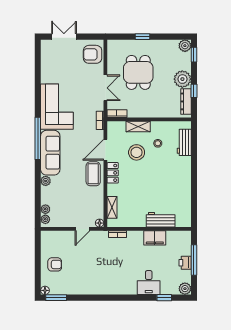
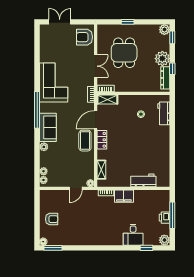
shelving: (138, 126) -> (107, 100), moved
stool: (137, 152) -> (123, 122), removed
sofa: (50, 153) -> (48, 127), width x0.73
filing cabinet: (155, 238) -> (124, 196), moved

